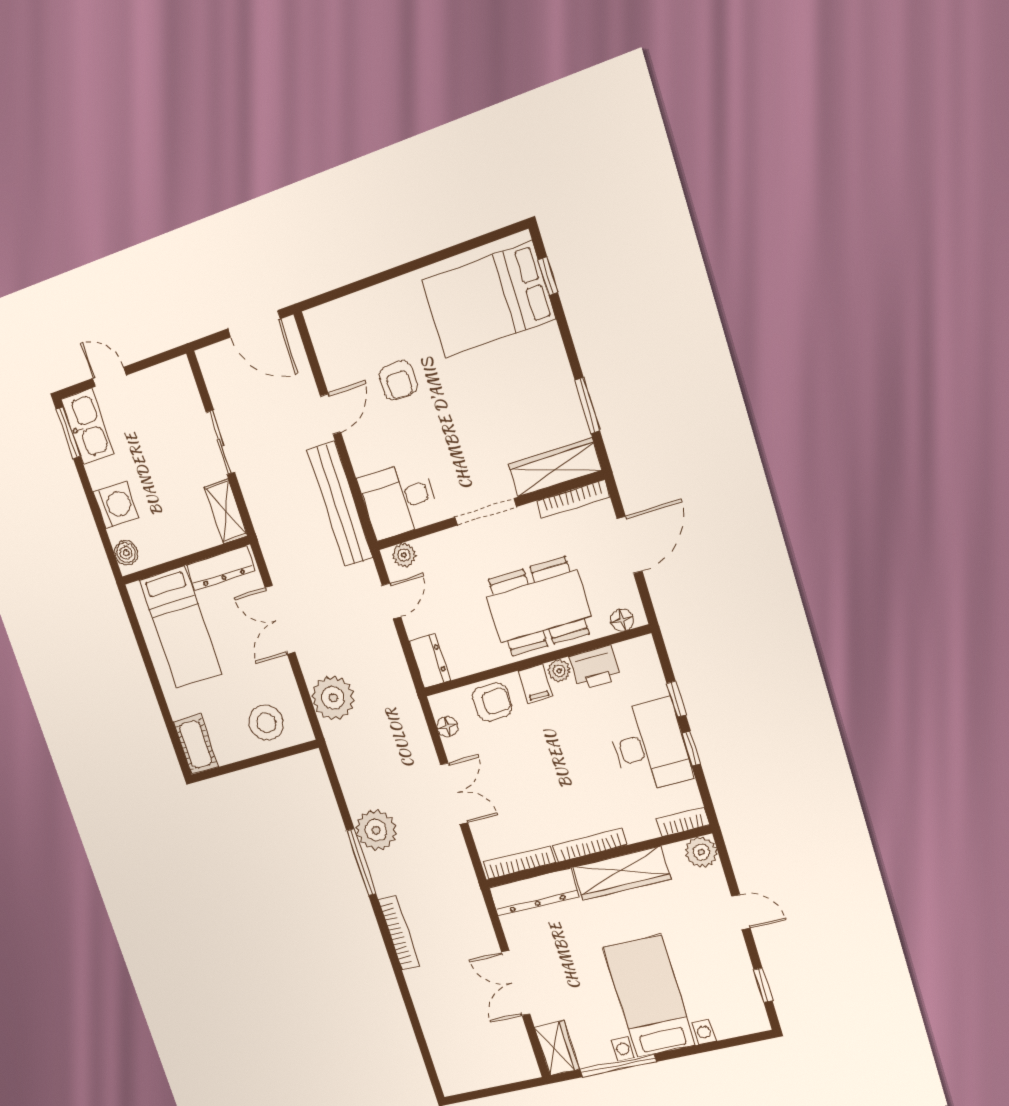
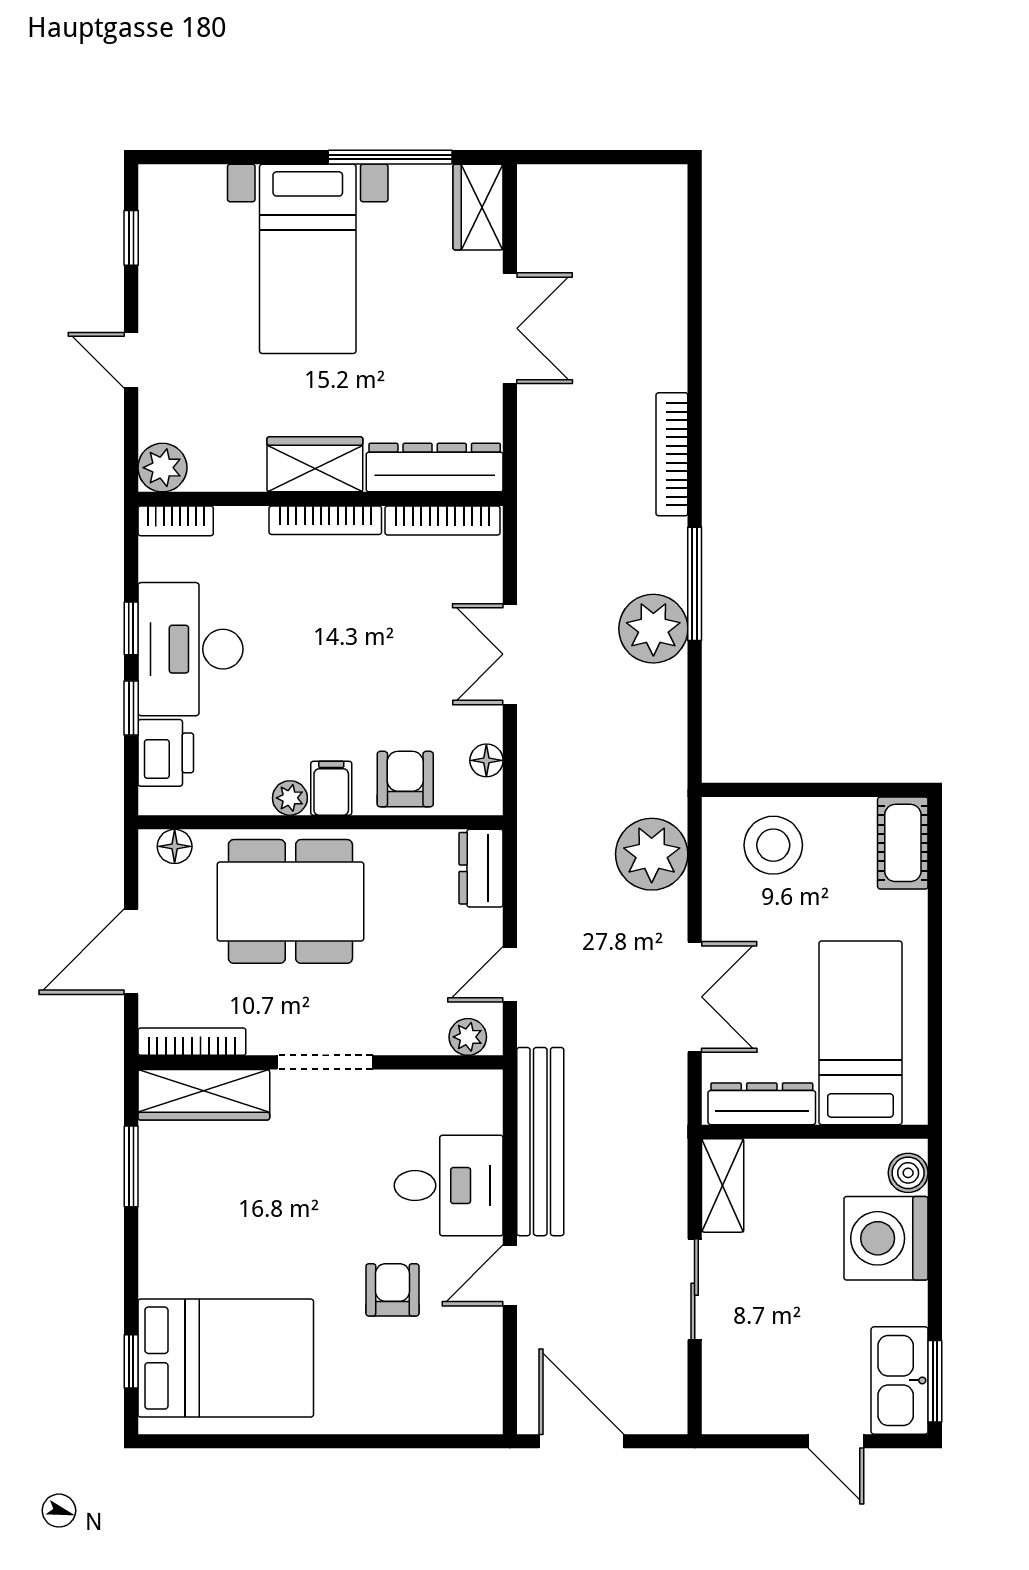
desk: (399, 500) -> (449, 1186), moved
washing machine: (116, 505) -> (886, 1238), width x1.37, depth x1.37
printer: (595, 668) -> (166, 753), moved, turned 90
armchair: (492, 702) -> (405, 779), turned 90
wardrobe: (622, 873) -> (315, 464), width x0.67

